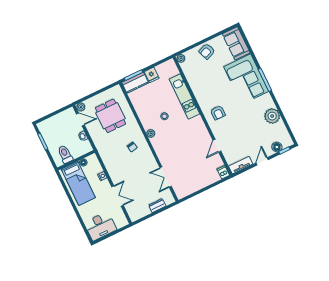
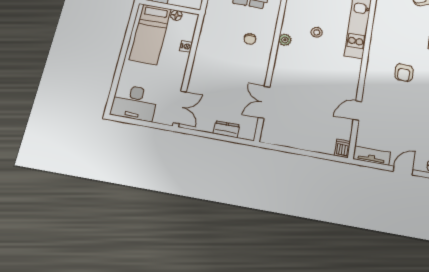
armchair: (218, 113) -> (404, 73), moved
double door: (117, 196) -> (180, 107), moved

